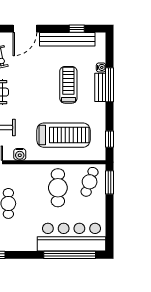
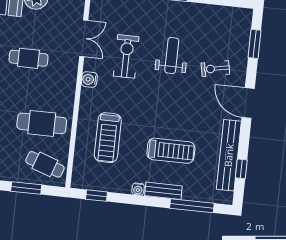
water cooler: (101, 67) -> (138, 189), moved
window: (110, 85) -> (192, 206), moved
treadmill: (63, 135) -> (108, 138), width x0.73, depth x0.73
window: (110, 182) -> (26, 188), moved

